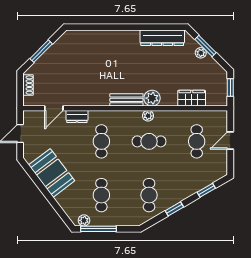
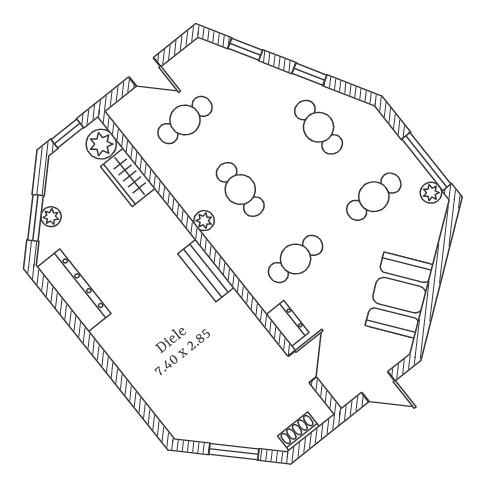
plant: (152, 98) -> (101, 144), moved
door: (54, 108) -> (302, 367), hinge flipped
cafe table: (149, 195) -> (319, 127), turned 90

